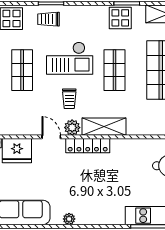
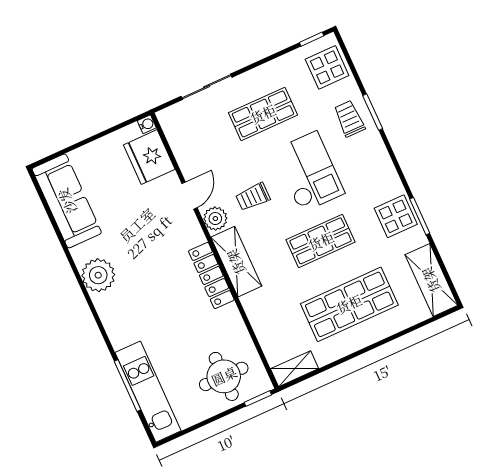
checkout: (70, 58) -> (309, 172), turned 180
locker: (88, 146) -> (211, 276), moved
plant: (69, 219) -> (98, 275), width x1.88, depth x1.88

